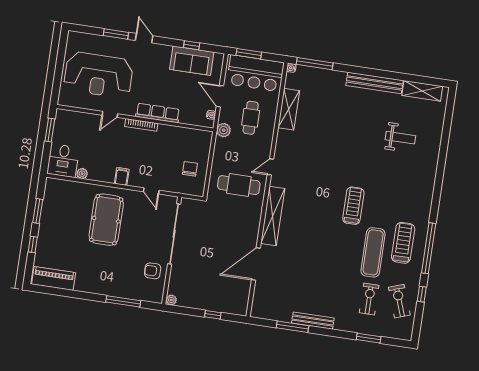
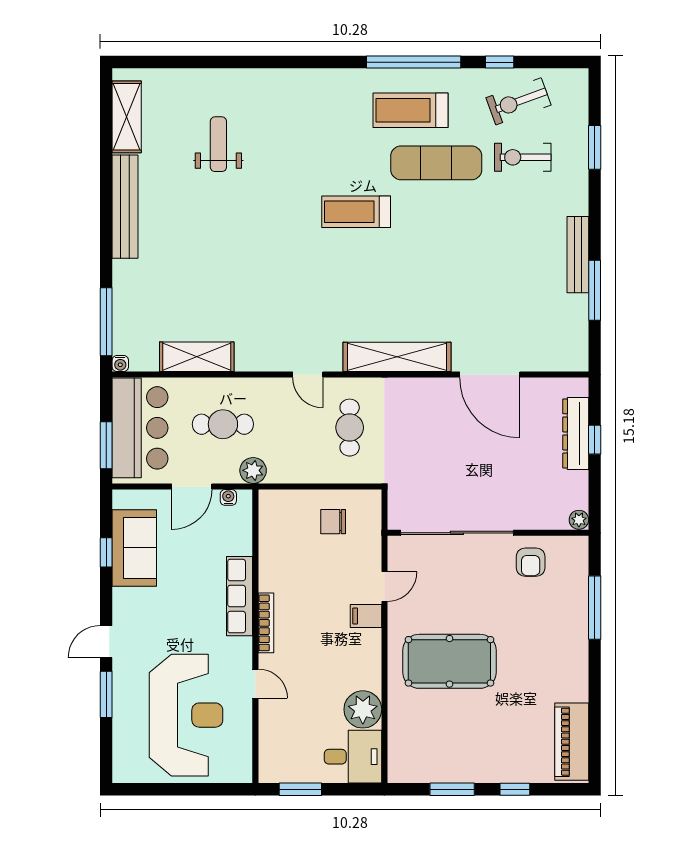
plant: (82, 174) -> (363, 709), width x1.87, depth x1.87
filing cabinet: (122, 176) -> (366, 616), moved
cafe table: (239, 185) -> (350, 428), width x0.73, depth x0.74
dresser: (218, 305) -> (576, 433), added

